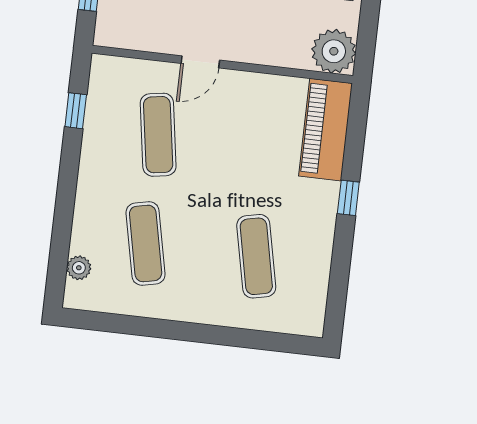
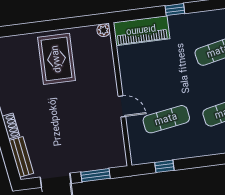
plant: (334, 51) -> (104, 30), width x0.53, depth x0.53

